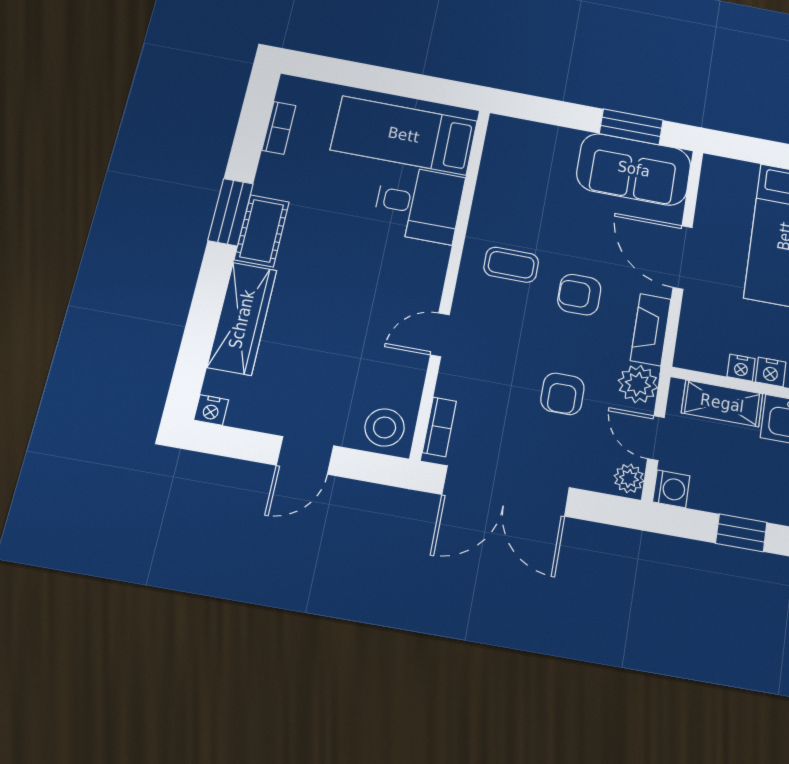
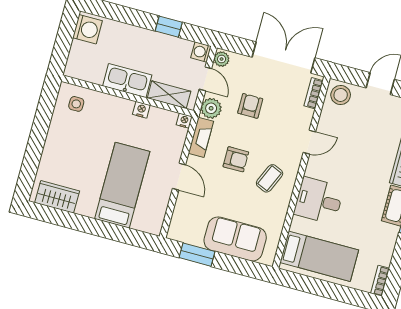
bookcase: (279, 128) -> (380, 281), moved
sofa: (634, 169) -> (235, 239), moved
desk: (419, 204) -> (319, 201), moved
door: (683, 257) -> (179, 177), width x0.73
coffee table: (511, 265) -> (270, 178), turned -66
nightstand: (741, 368) -> (184, 121), moved

